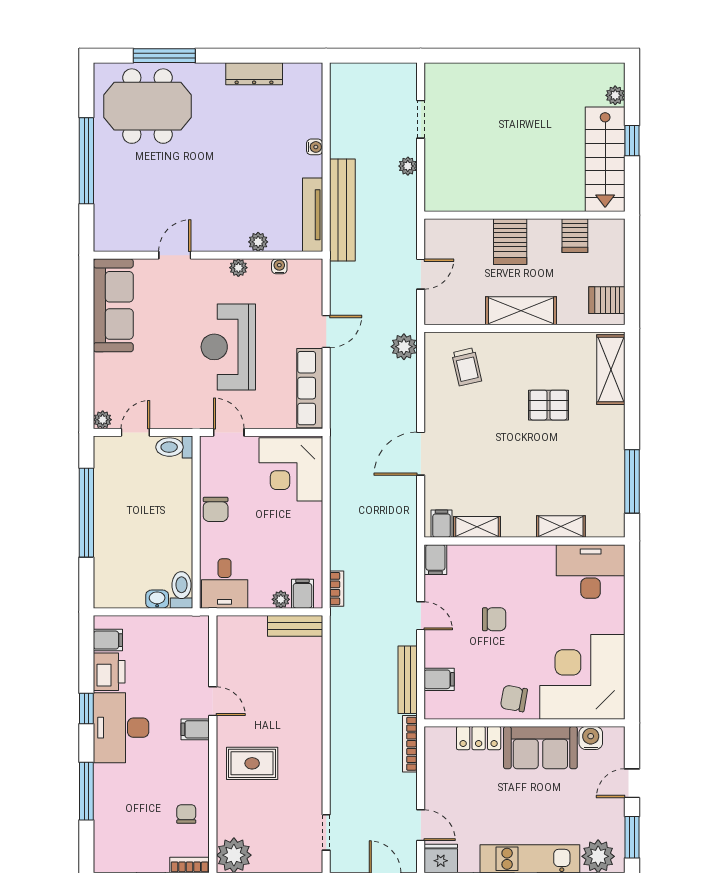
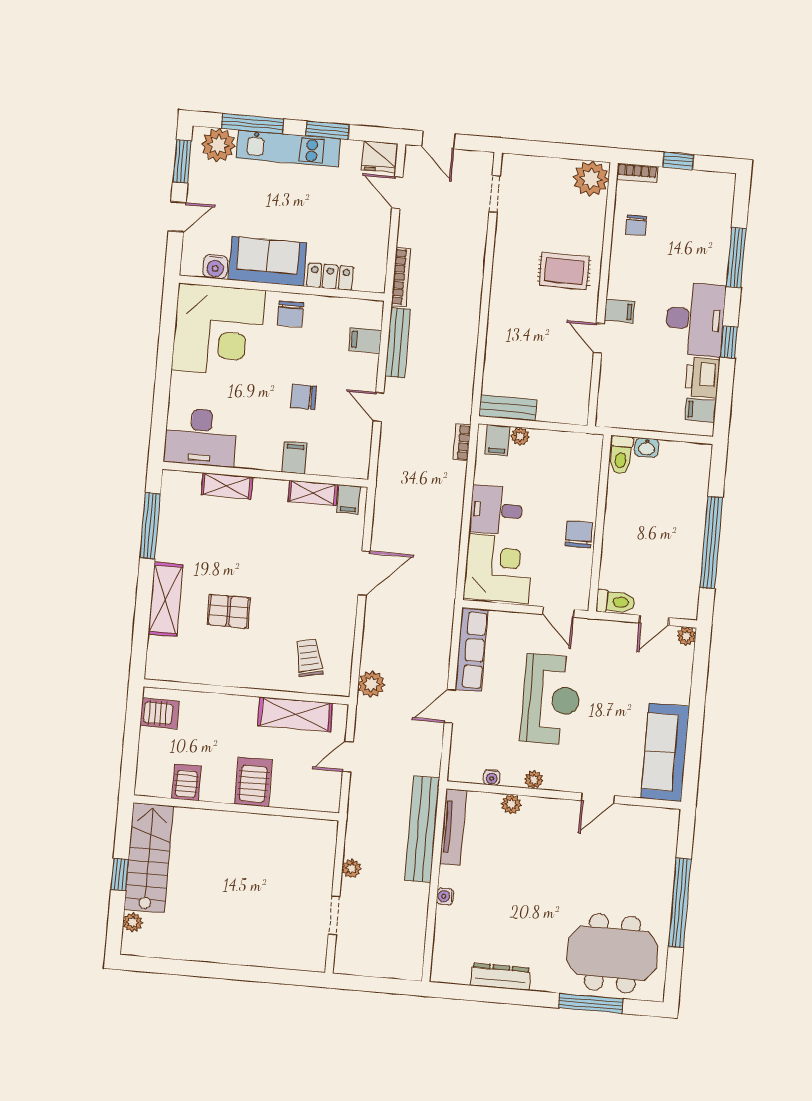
shelving: (521, 311) -> (295, 714), moved
shelving: (611, 370) -> (165, 599), moved
filing cabinet: (435, 560) -> (295, 458), moved
desk: (225, 584) -> (496, 510), moved, turned -90
chair: (514, 698) -> (290, 314), turned 80

